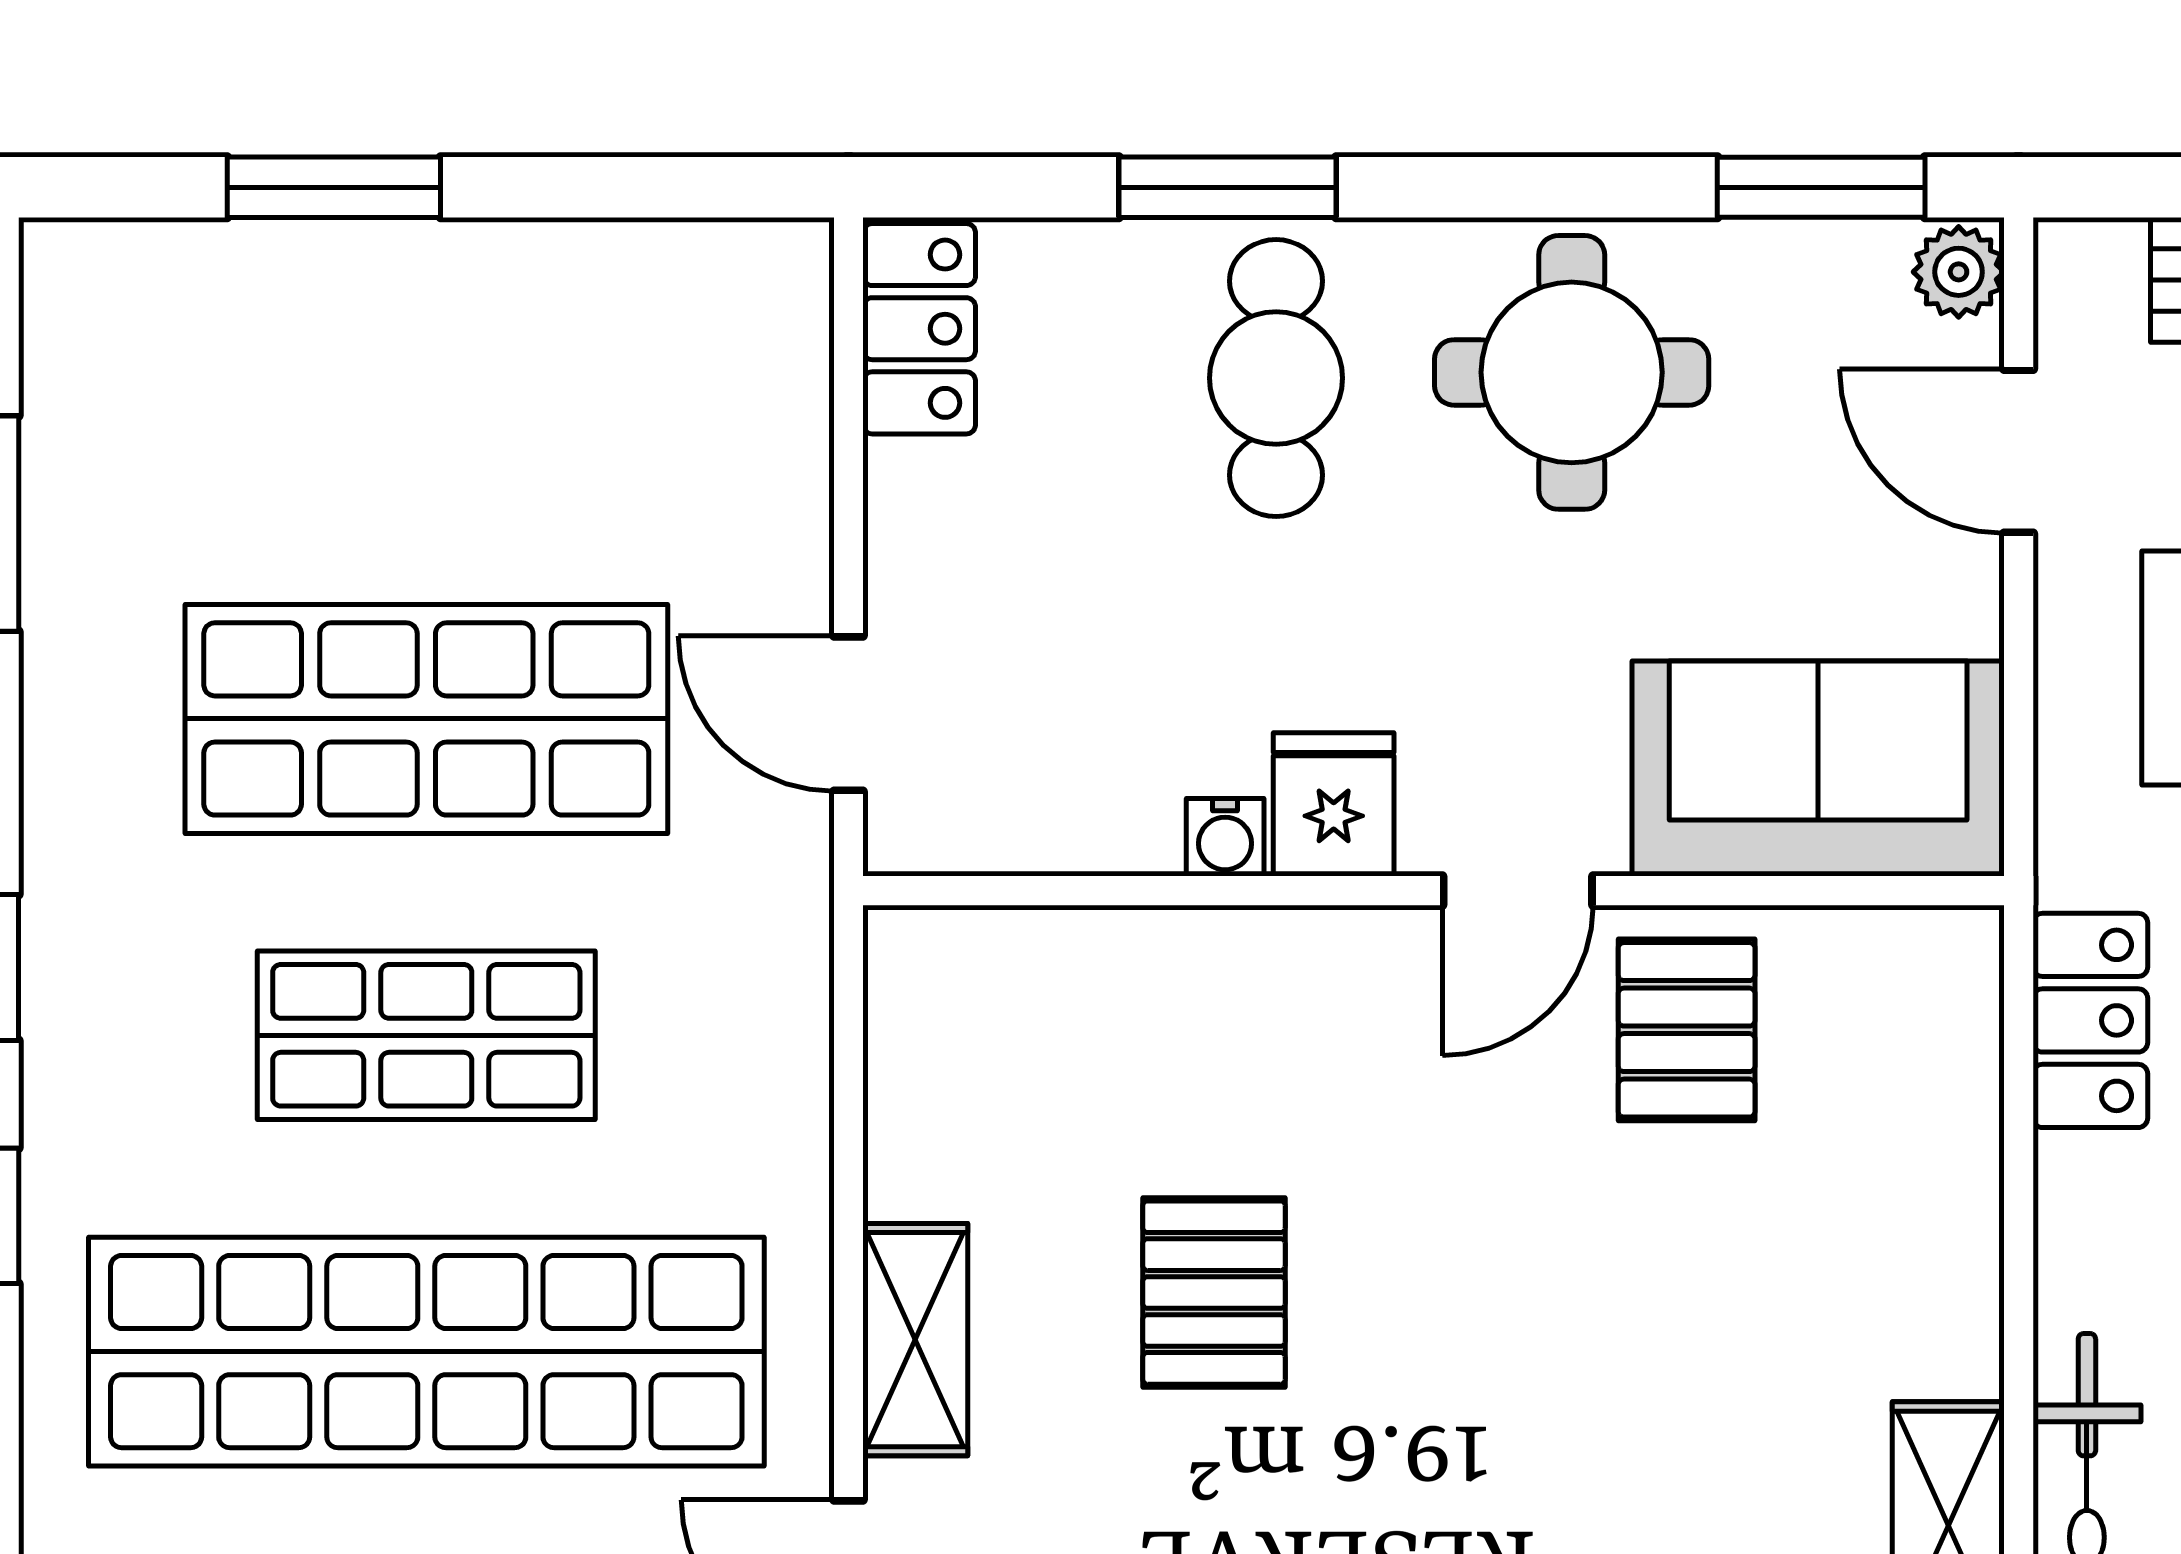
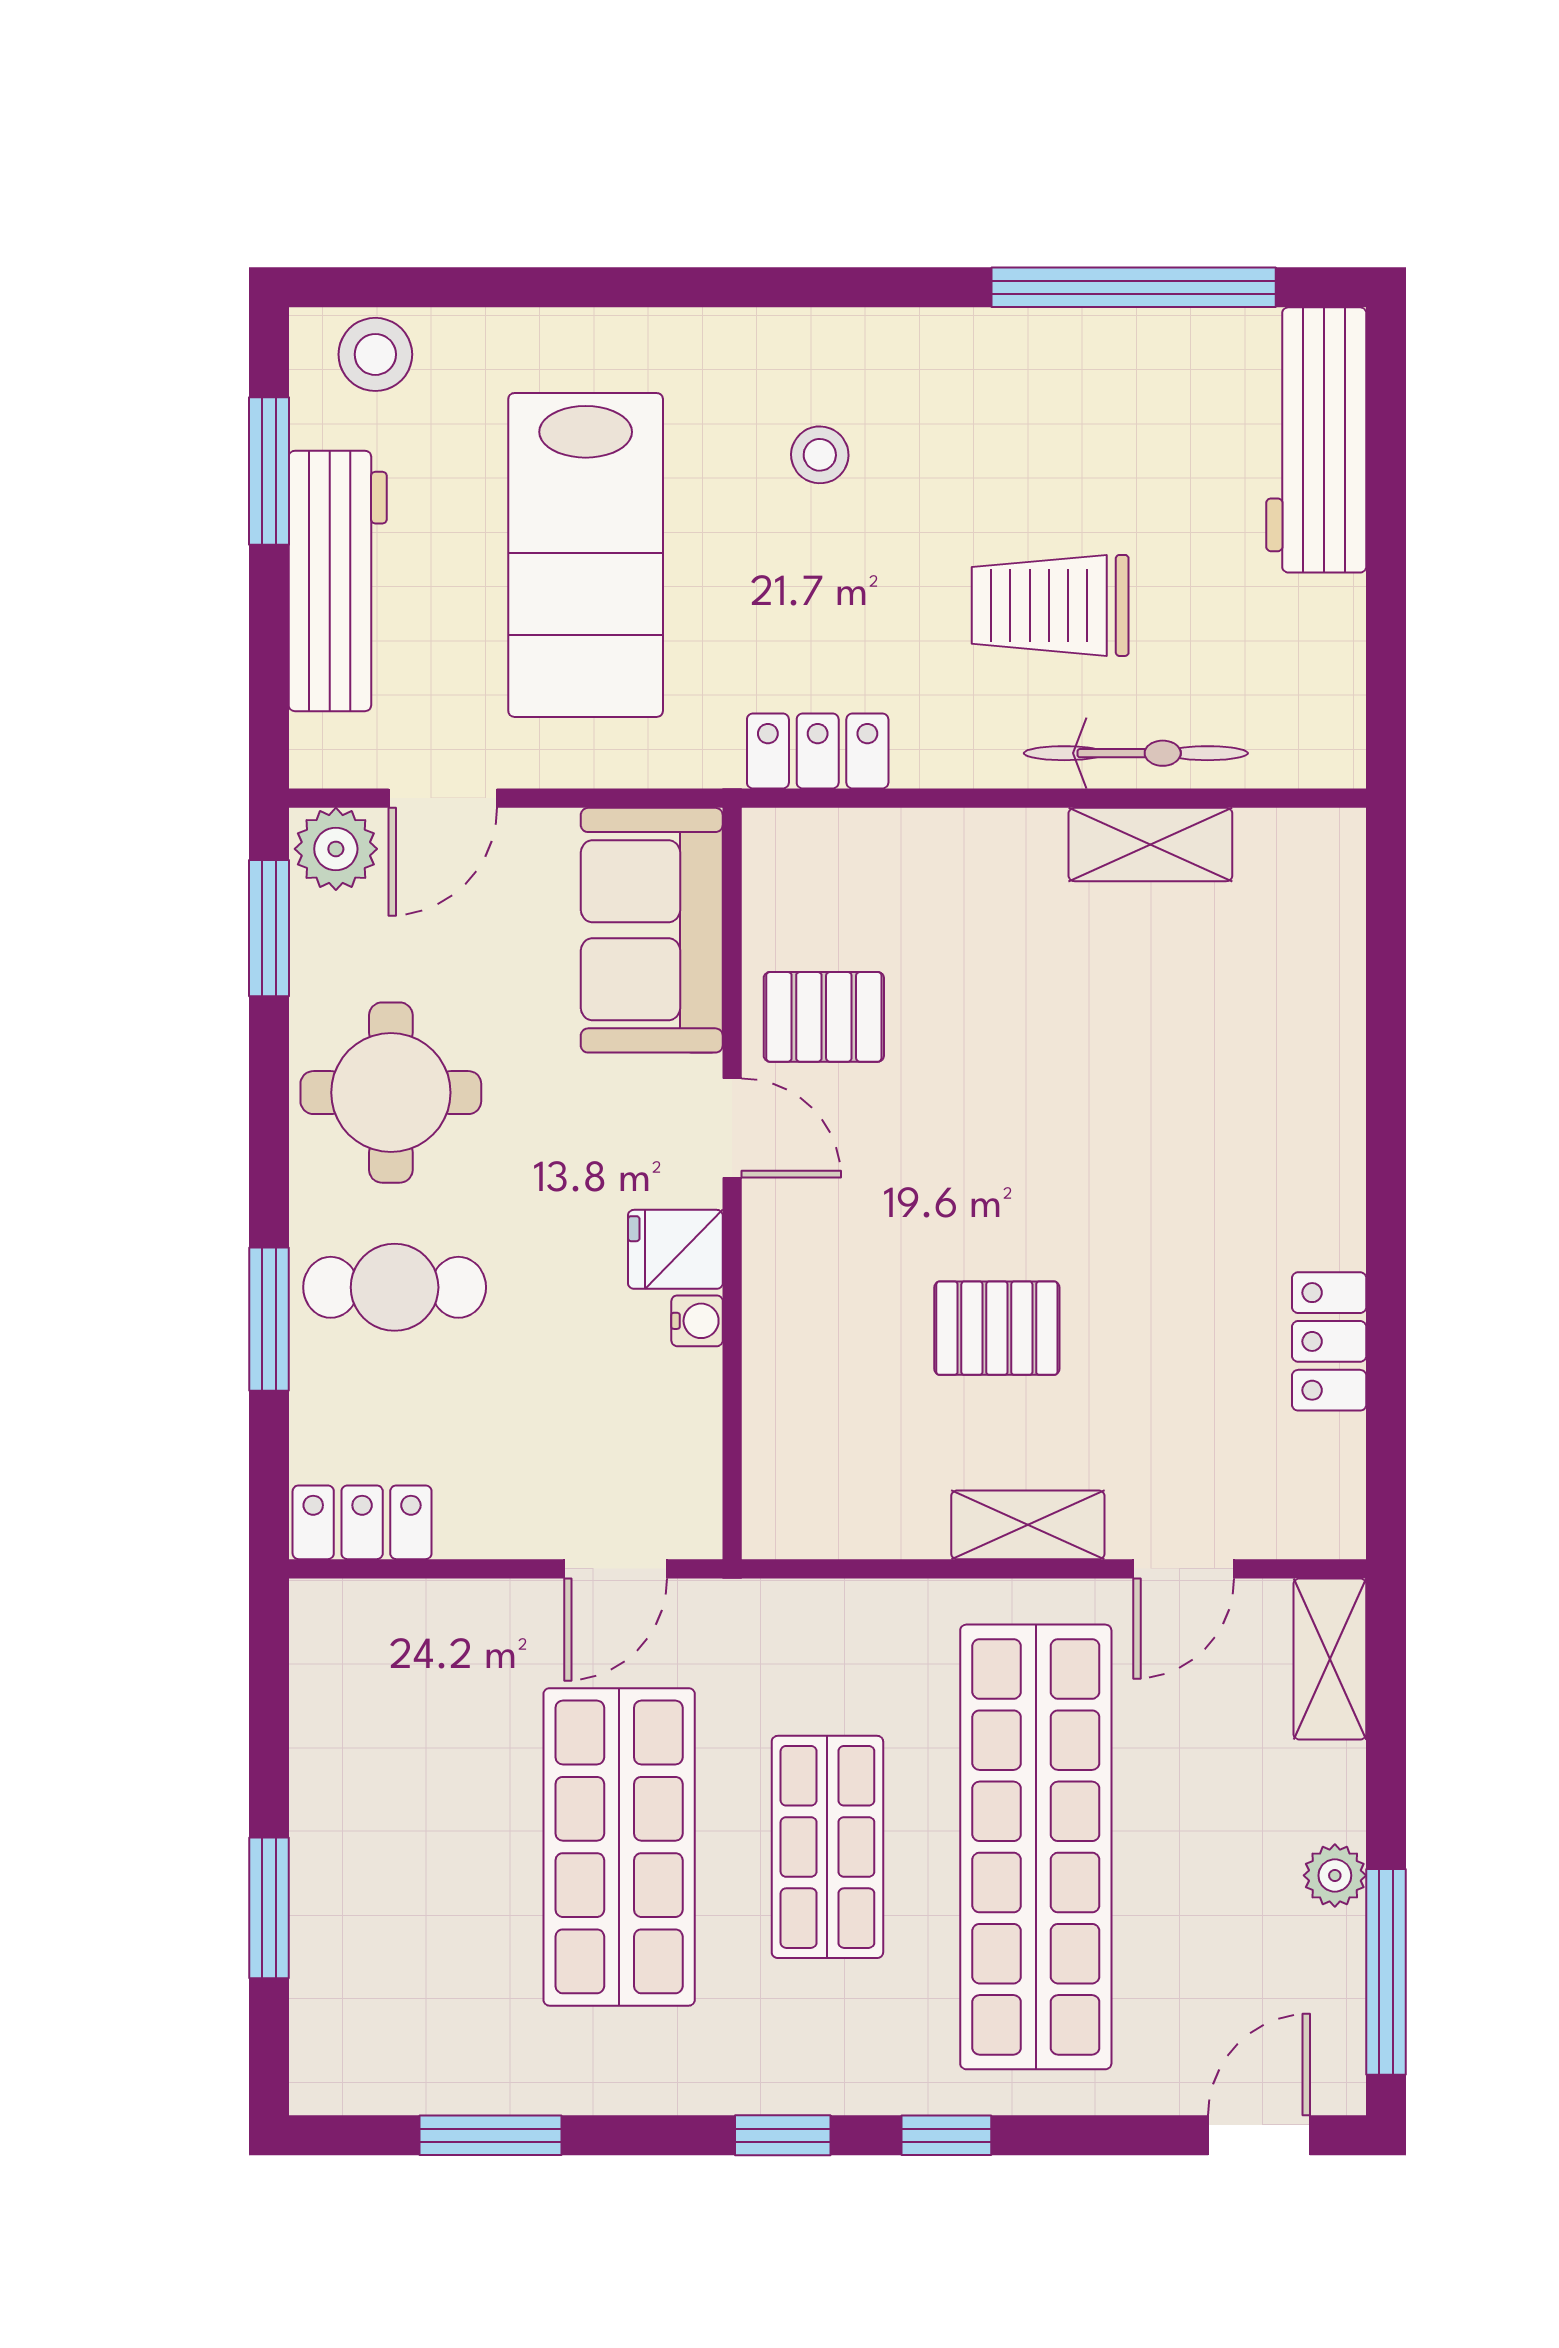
plant: (1959, 272) -> (336, 849), width x1.38, depth x1.38

